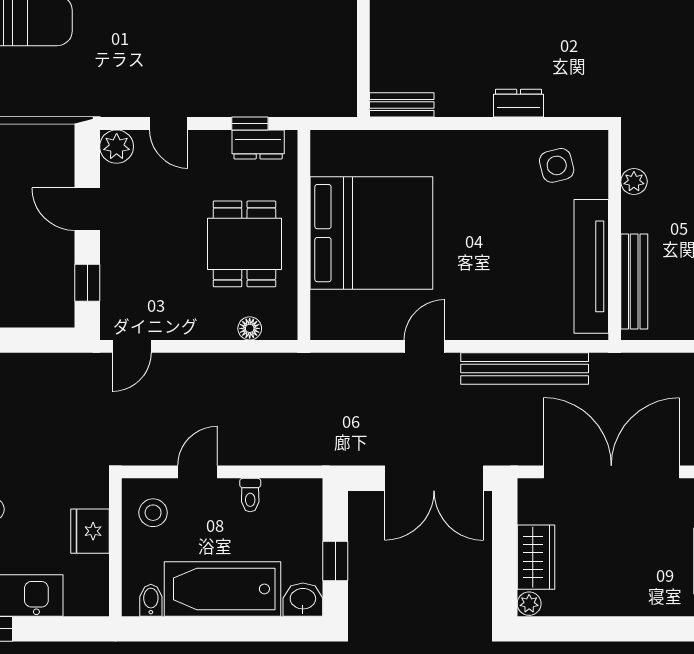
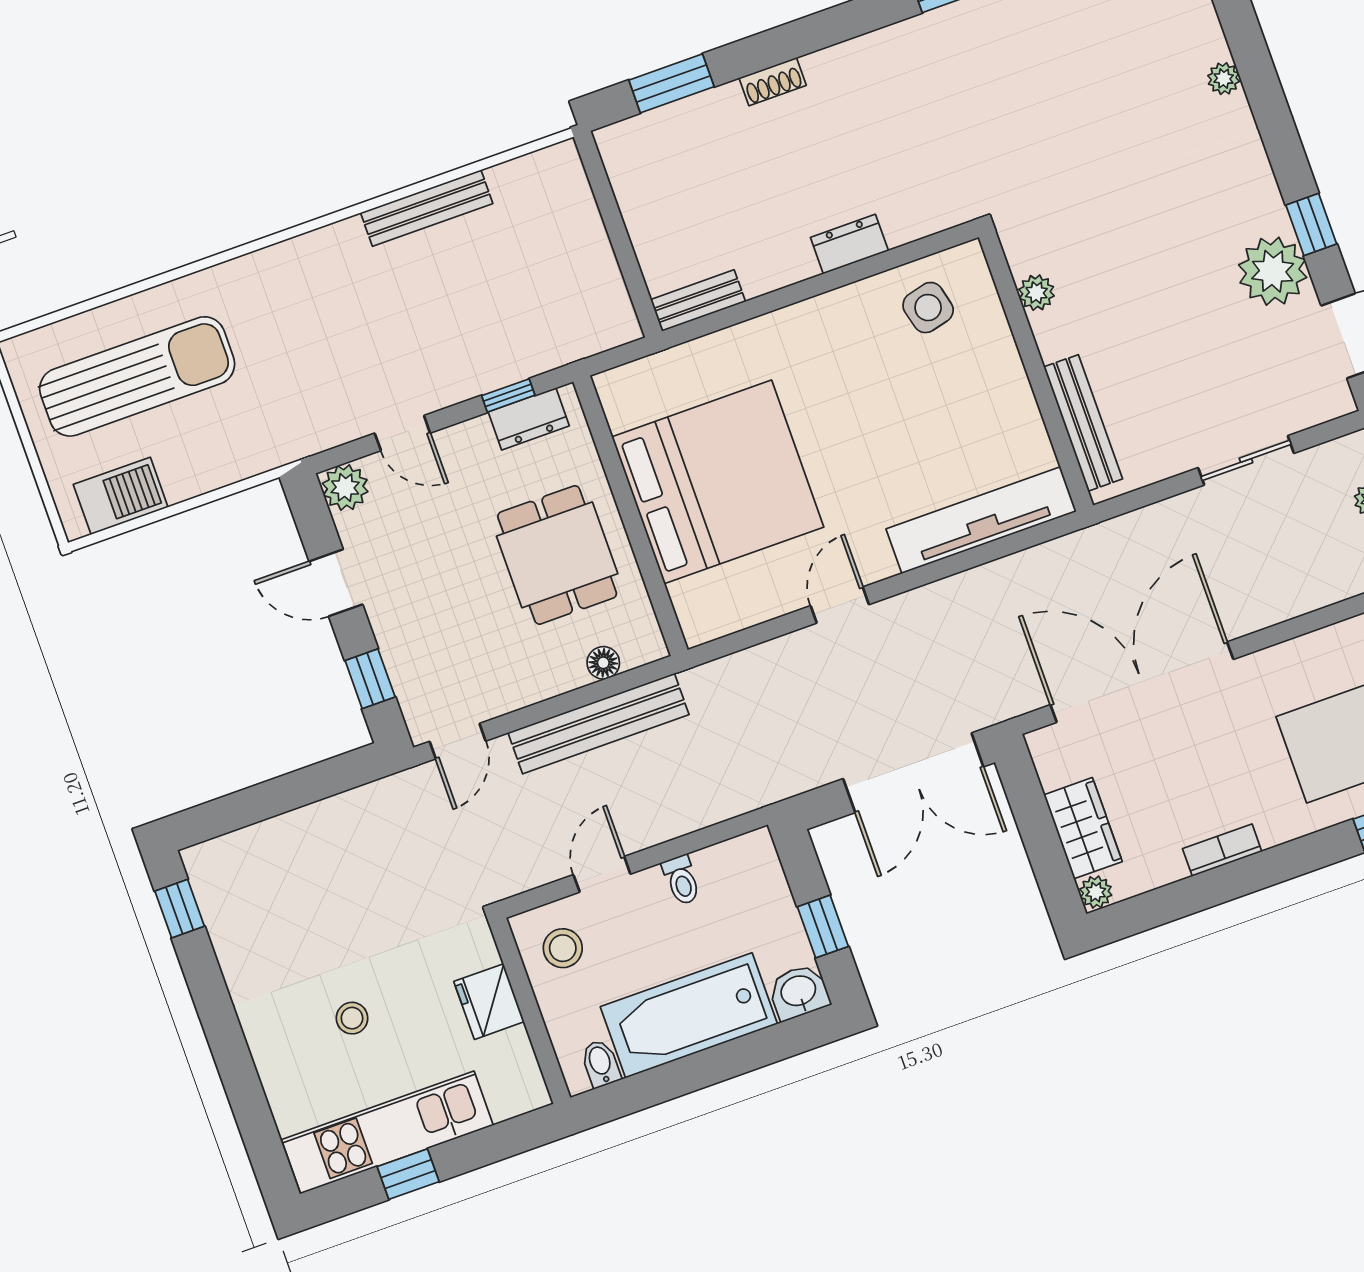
tv unit: (591, 266) -> (981, 520), moved, turned 90
bench: (525, 369) -> (598, 724), moved
bookcase: (625, 606) -> (1222, 850), added

